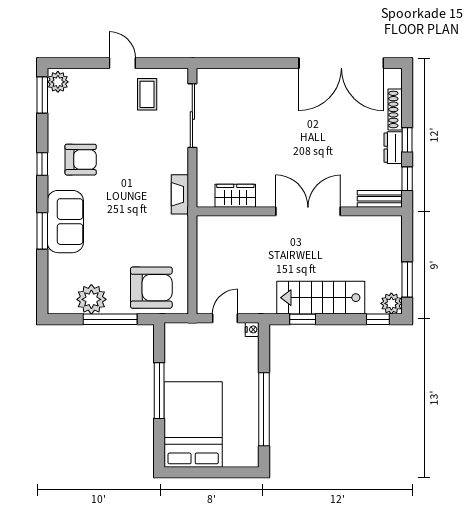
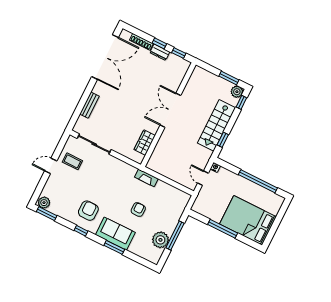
fireplace: (180, 194) -> (146, 178), moved
bench: (380, 199) -> (89, 105), moved
armchair: (151, 288) -> (138, 210), moved, width x0.53, depth x0.53

